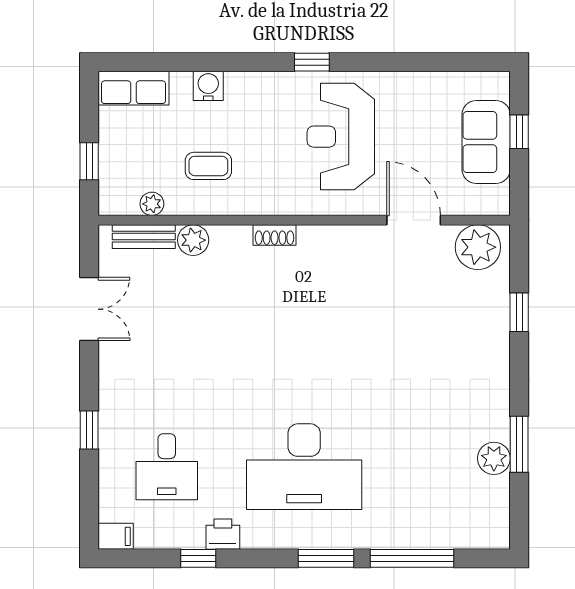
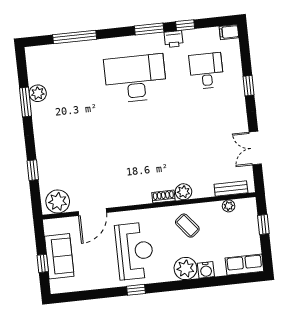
window: (312, 62) -> (136, 290), moved
plant: (247, 93) -> (185, 268), added
coffee table: (208, 166) -> (187, 226), moved, turned 51
door: (414, 220) -> (92, 212), hinge flipped
plant: (193, 240) -> (184, 192), moved
window: (326, 558) -> (149, 29), moved

